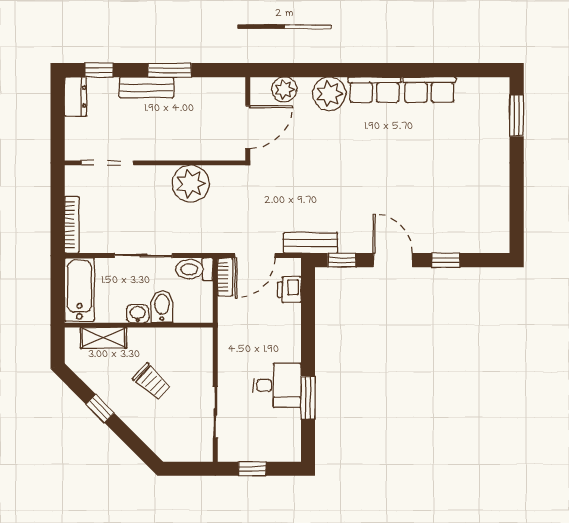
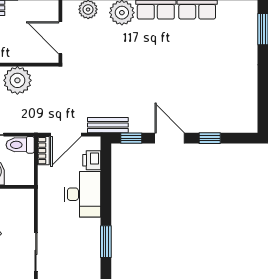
door: (248, 127) -> (60, 38), swing flipped
desk: (277, 385) -> (83, 194), moved, width x1.37

